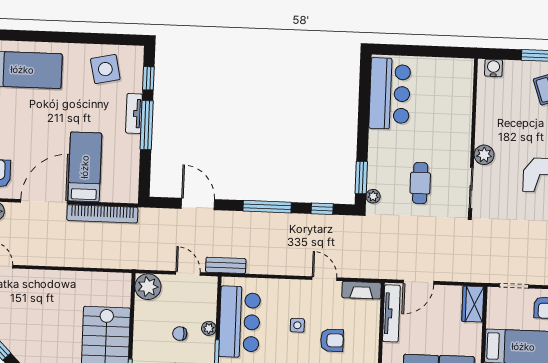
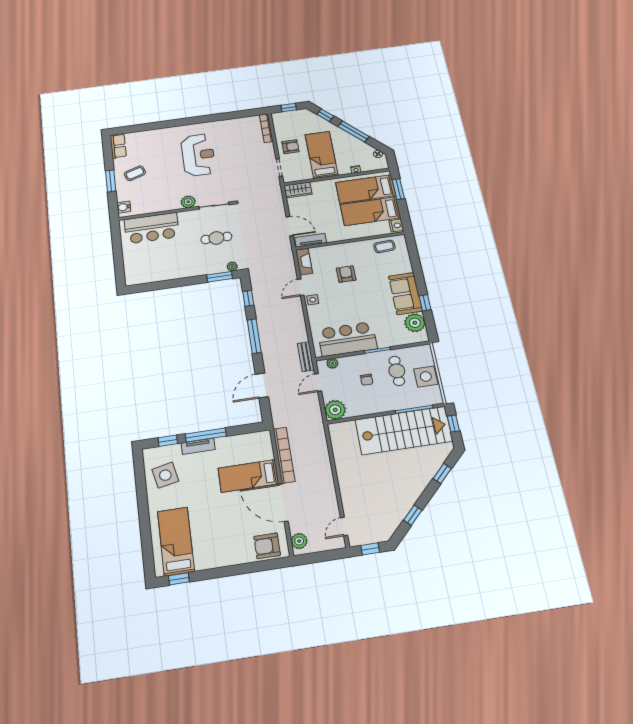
bar counter: (390, 94) -> (152, 228), moved, turned 180
tv unit: (391, 313) -> (311, 240), width x0.71
side table: (297, 325) -> (313, 300), moved
plant: (209, 328) -> (332, 363), moved

